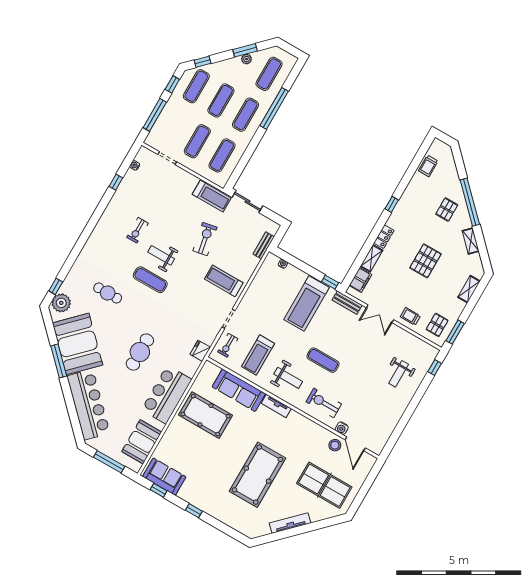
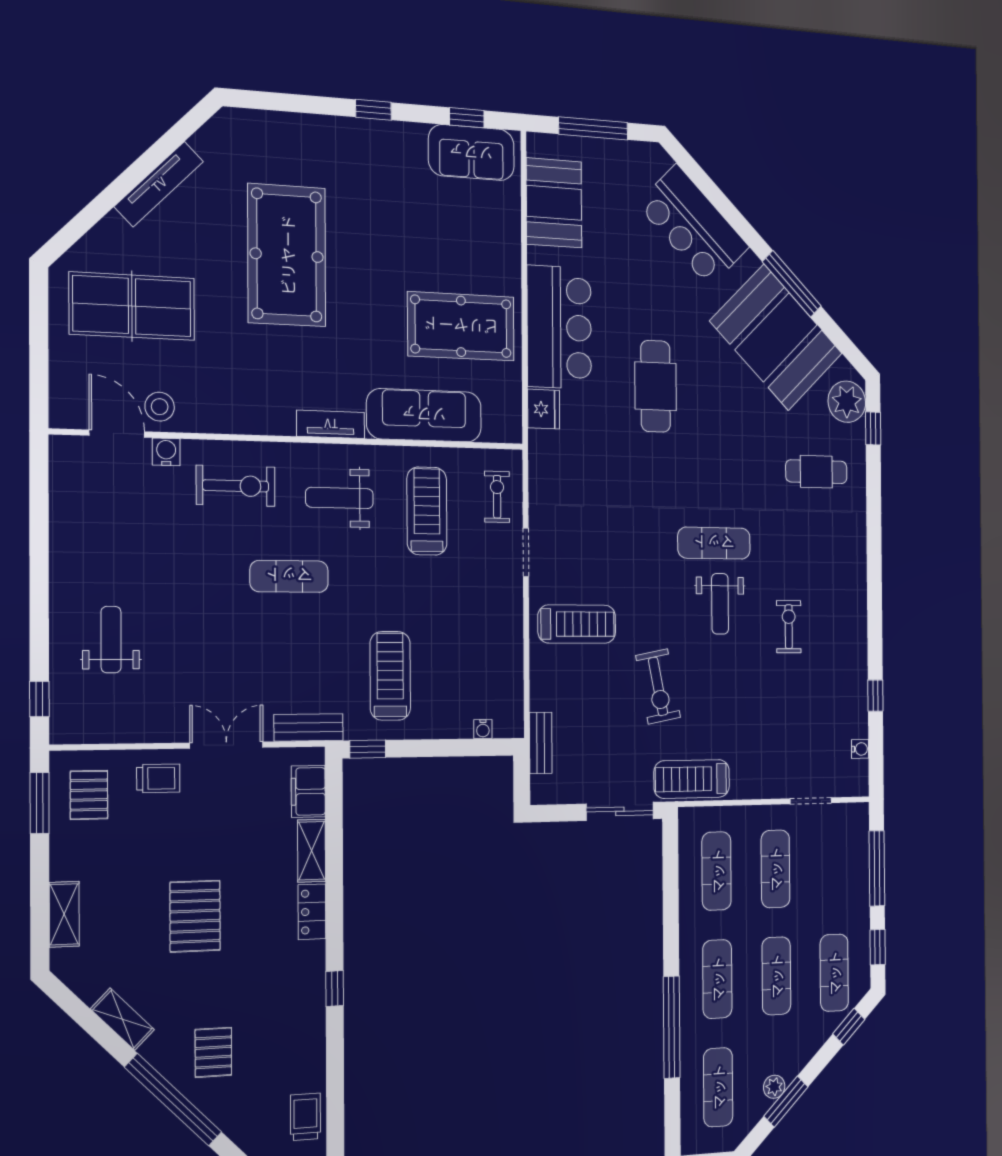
weight bench: (161, 255) -> (720, 604), turned 90
cafe table: (108, 293) -> (816, 472), moved
treadmill: (306, 303) -> (390, 676), width x0.73, depth x0.73
fridge: (200, 351) -> (544, 409), moved
bar counter: (88, 405) -> (693, 226), width x0.73

